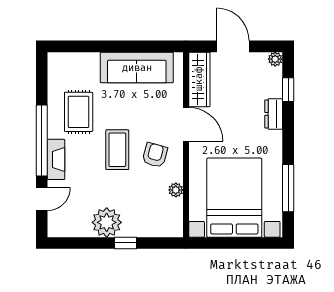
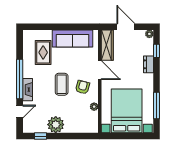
rug: (79, 112) -> (43, 52), moved
window: (125, 243) -> (41, 136), moved

